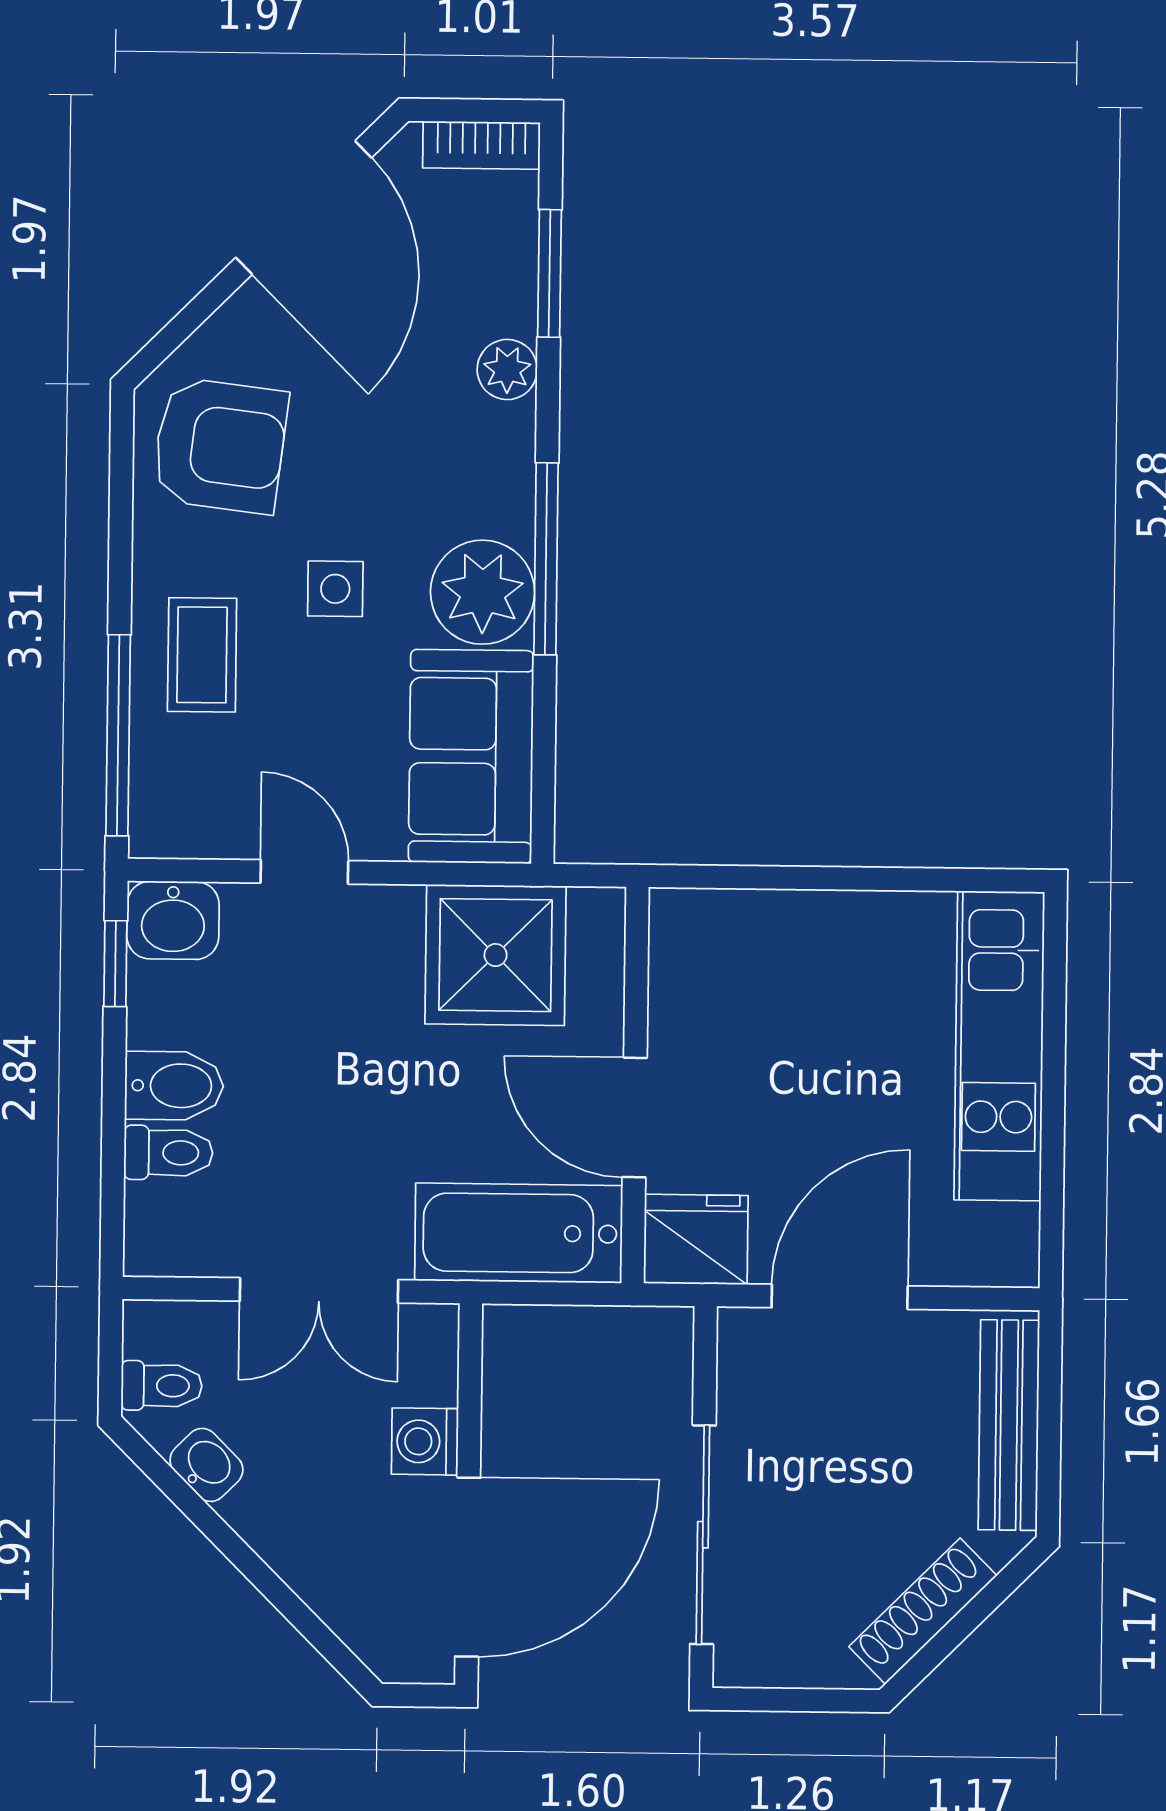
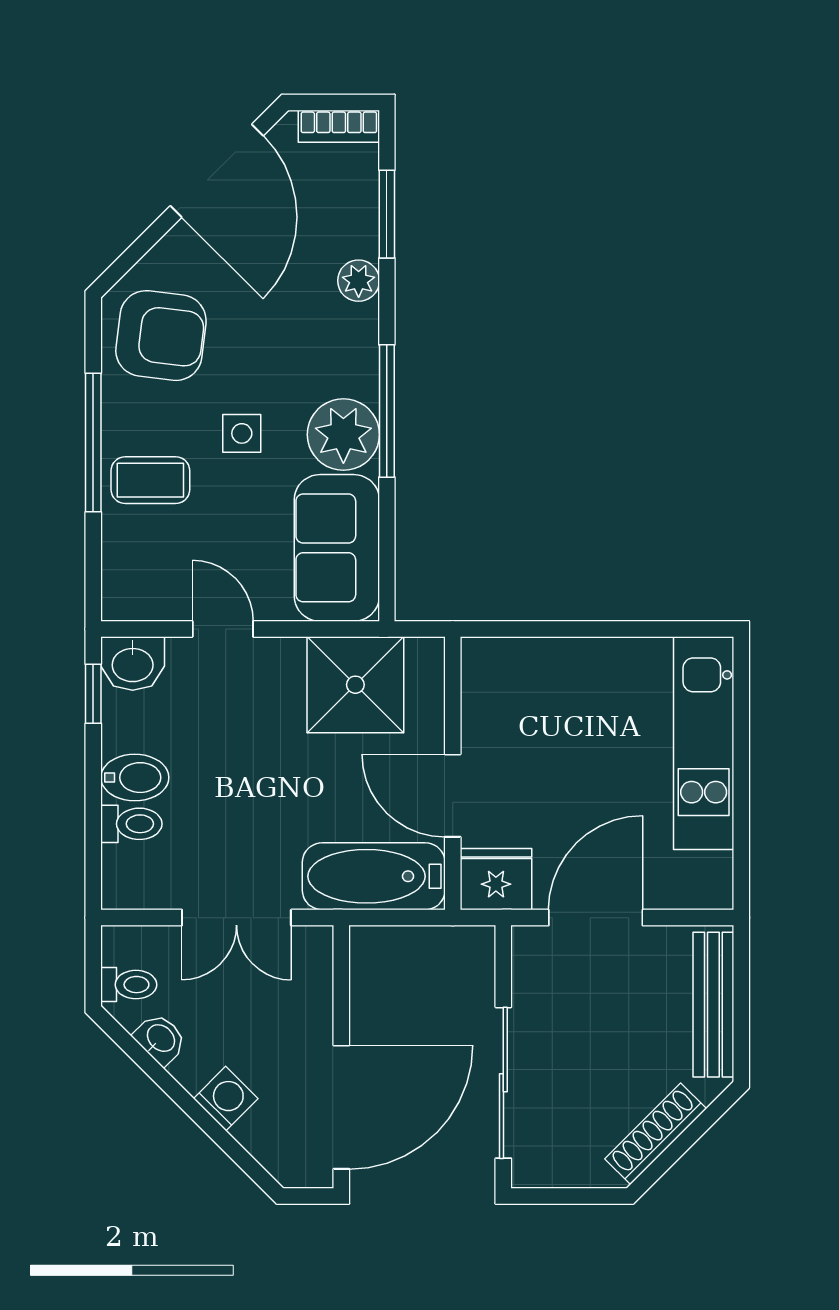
coffee table: (202, 655) -> (150, 480), turned 90
window: (118, 735) -> (93, 443), moved
washing machine: (425, 1441) -> (226, 1099), moved, turned 135

